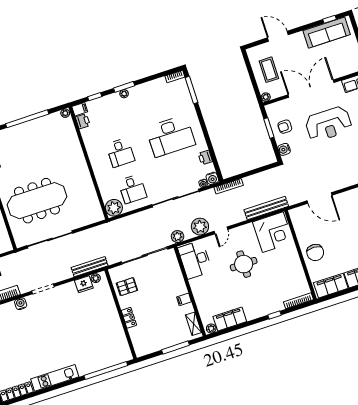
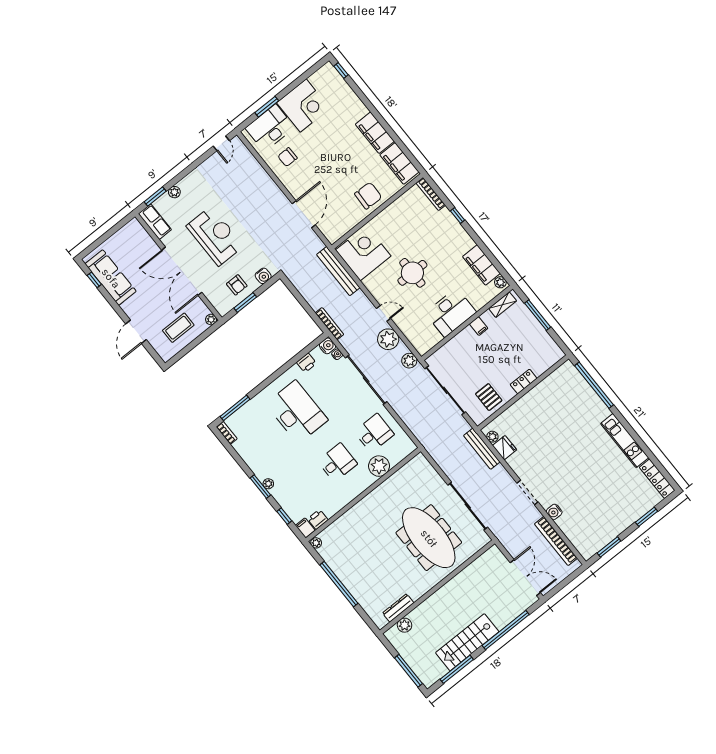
plant: (114, 208) -> (379, 466), moved
desk: (195, 260) -> (451, 313), moved

